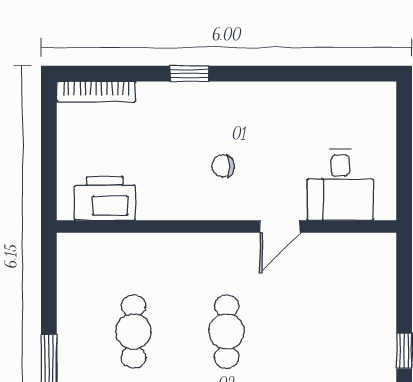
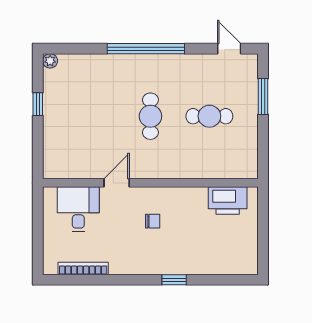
bookcase: (96, 91) -> (83, 268), moved
cafe table: (134, 332) -> (209, 116), turned 90

